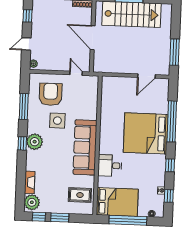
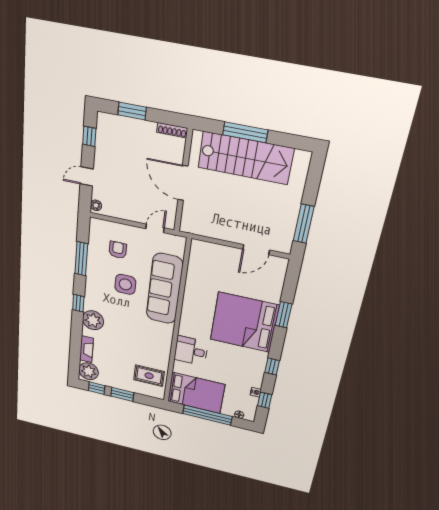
door: (76, 73) -> (155, 228), hinge flipped
armchair: (51, 94) -> (118, 250), width x0.53, depth x0.53
window: (172, 121) -> (284, 315), width x0.47
plant: (35, 142) -> (93, 320), moved
sofa: (85, 147) -> (164, 289), moved

